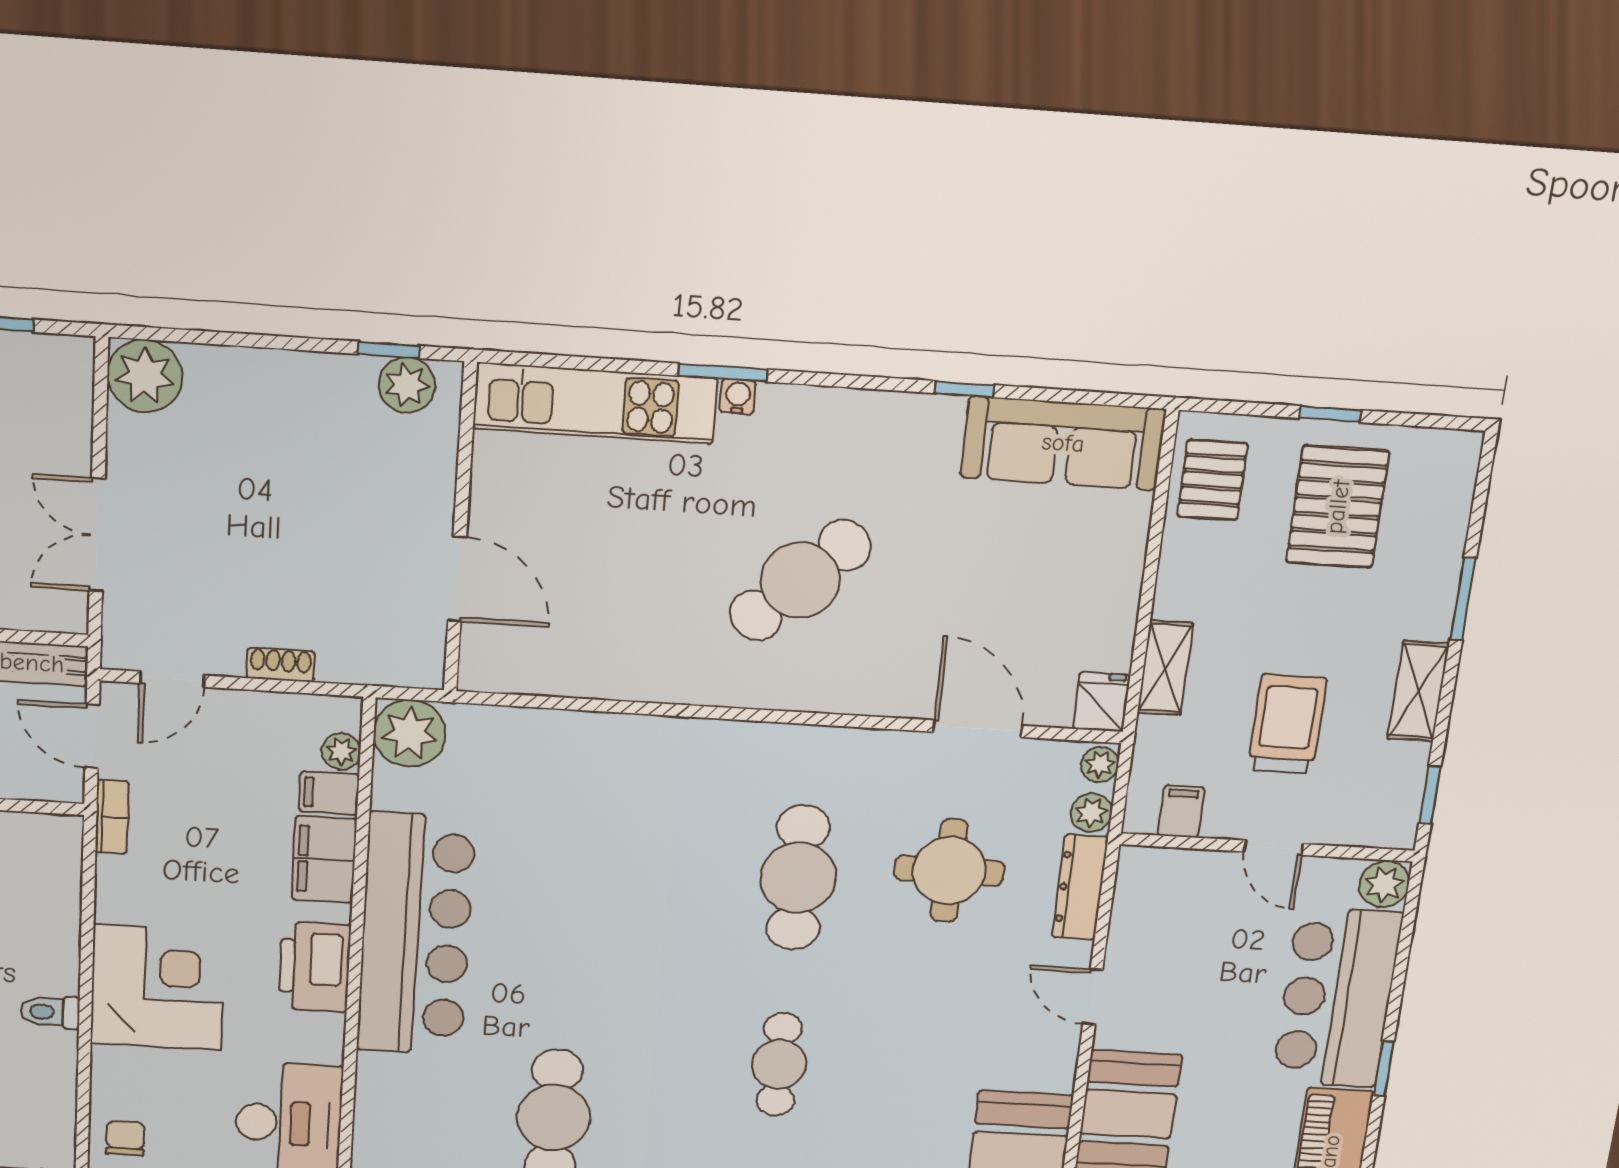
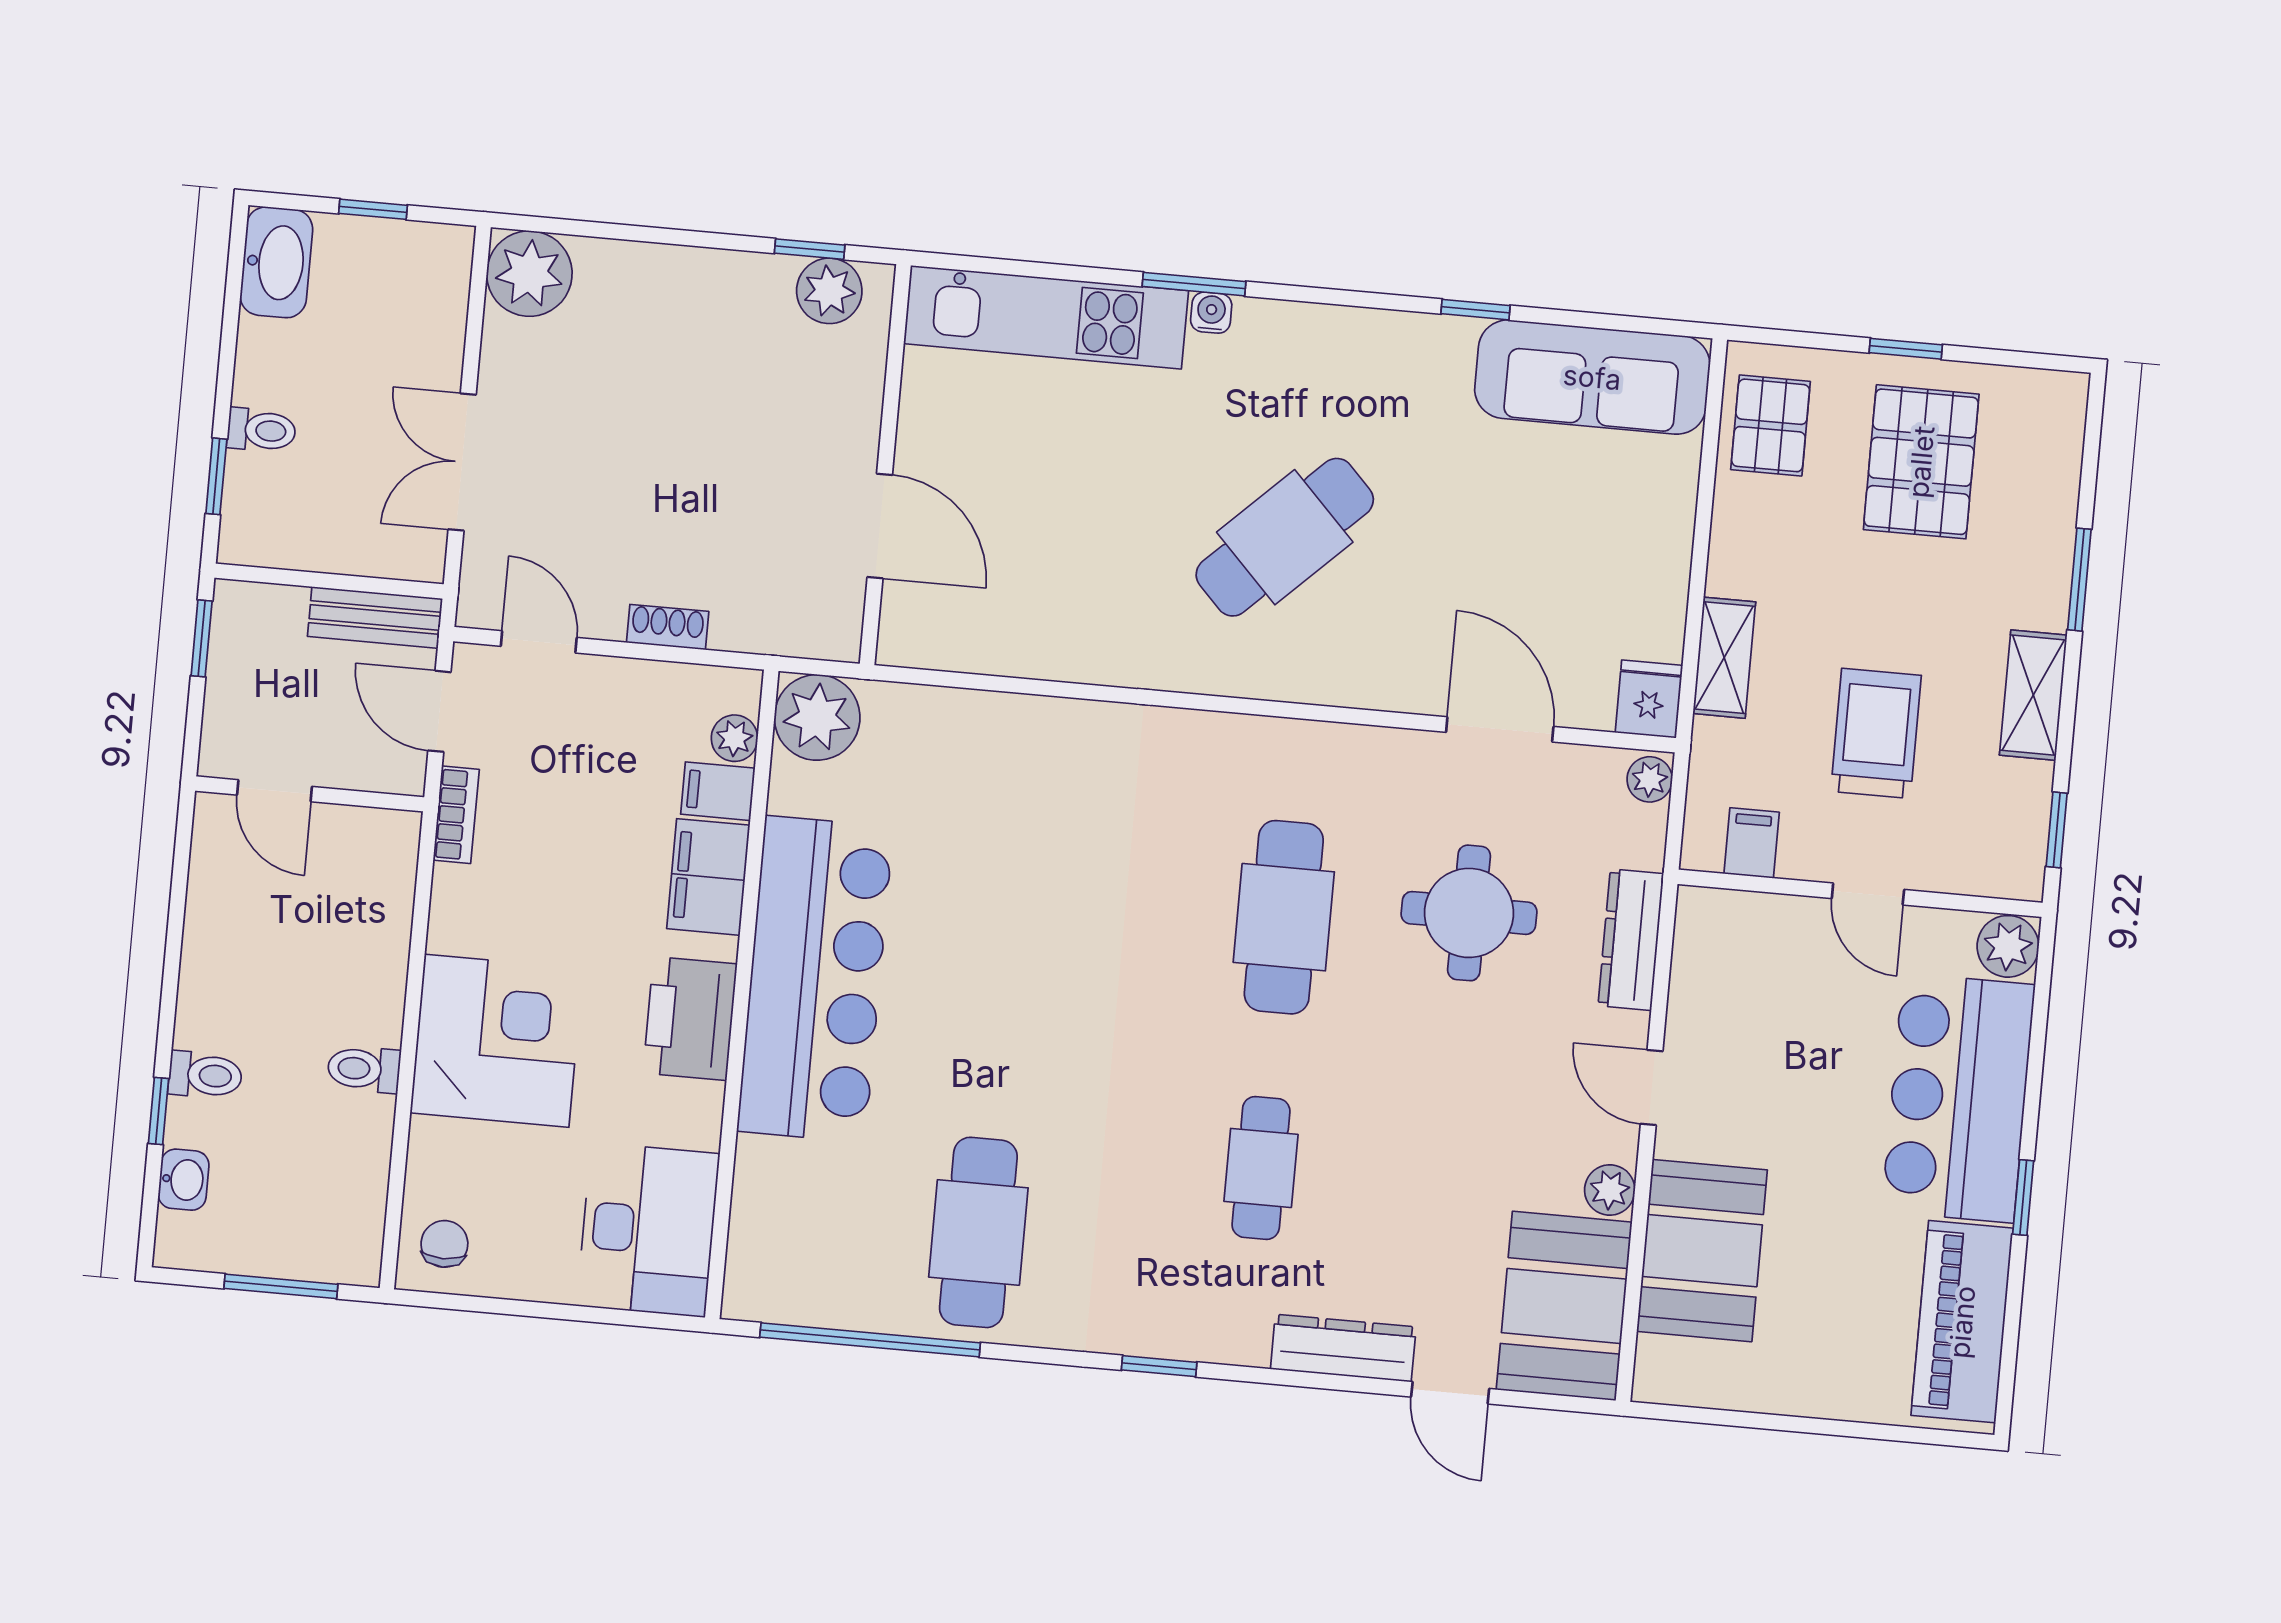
door: (172, 679) -> (539, 642), swing flipped
plant: (1091, 813) -> (1610, 1190), moved

